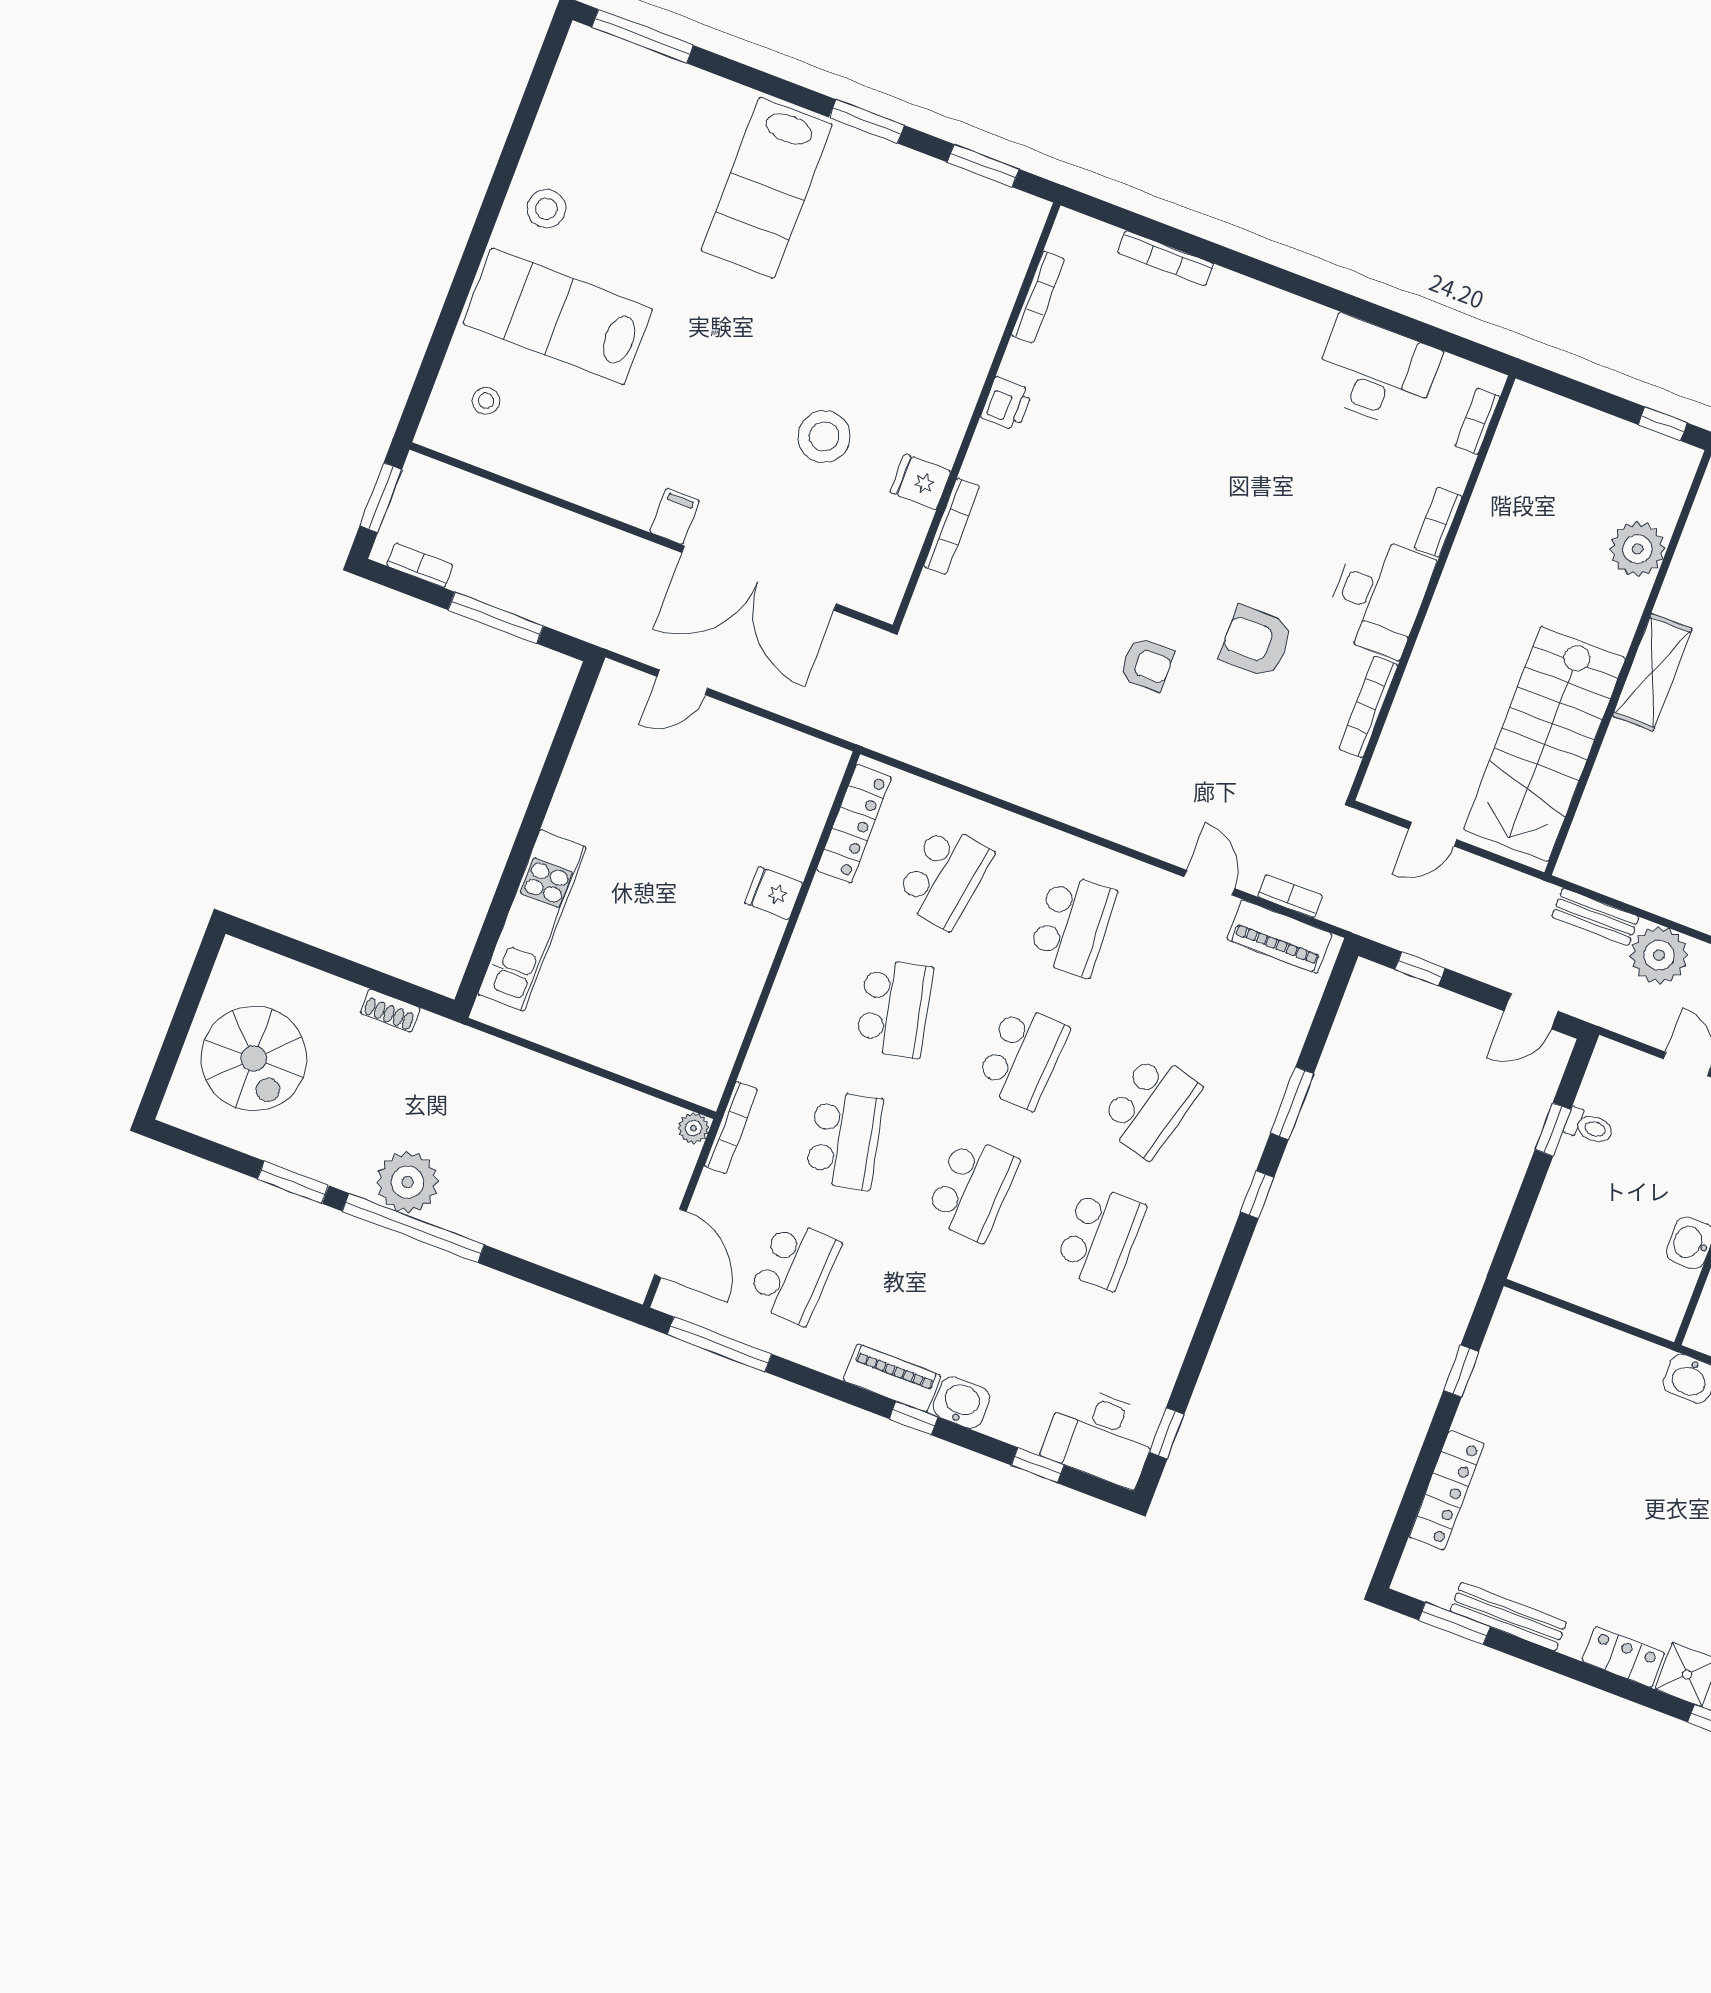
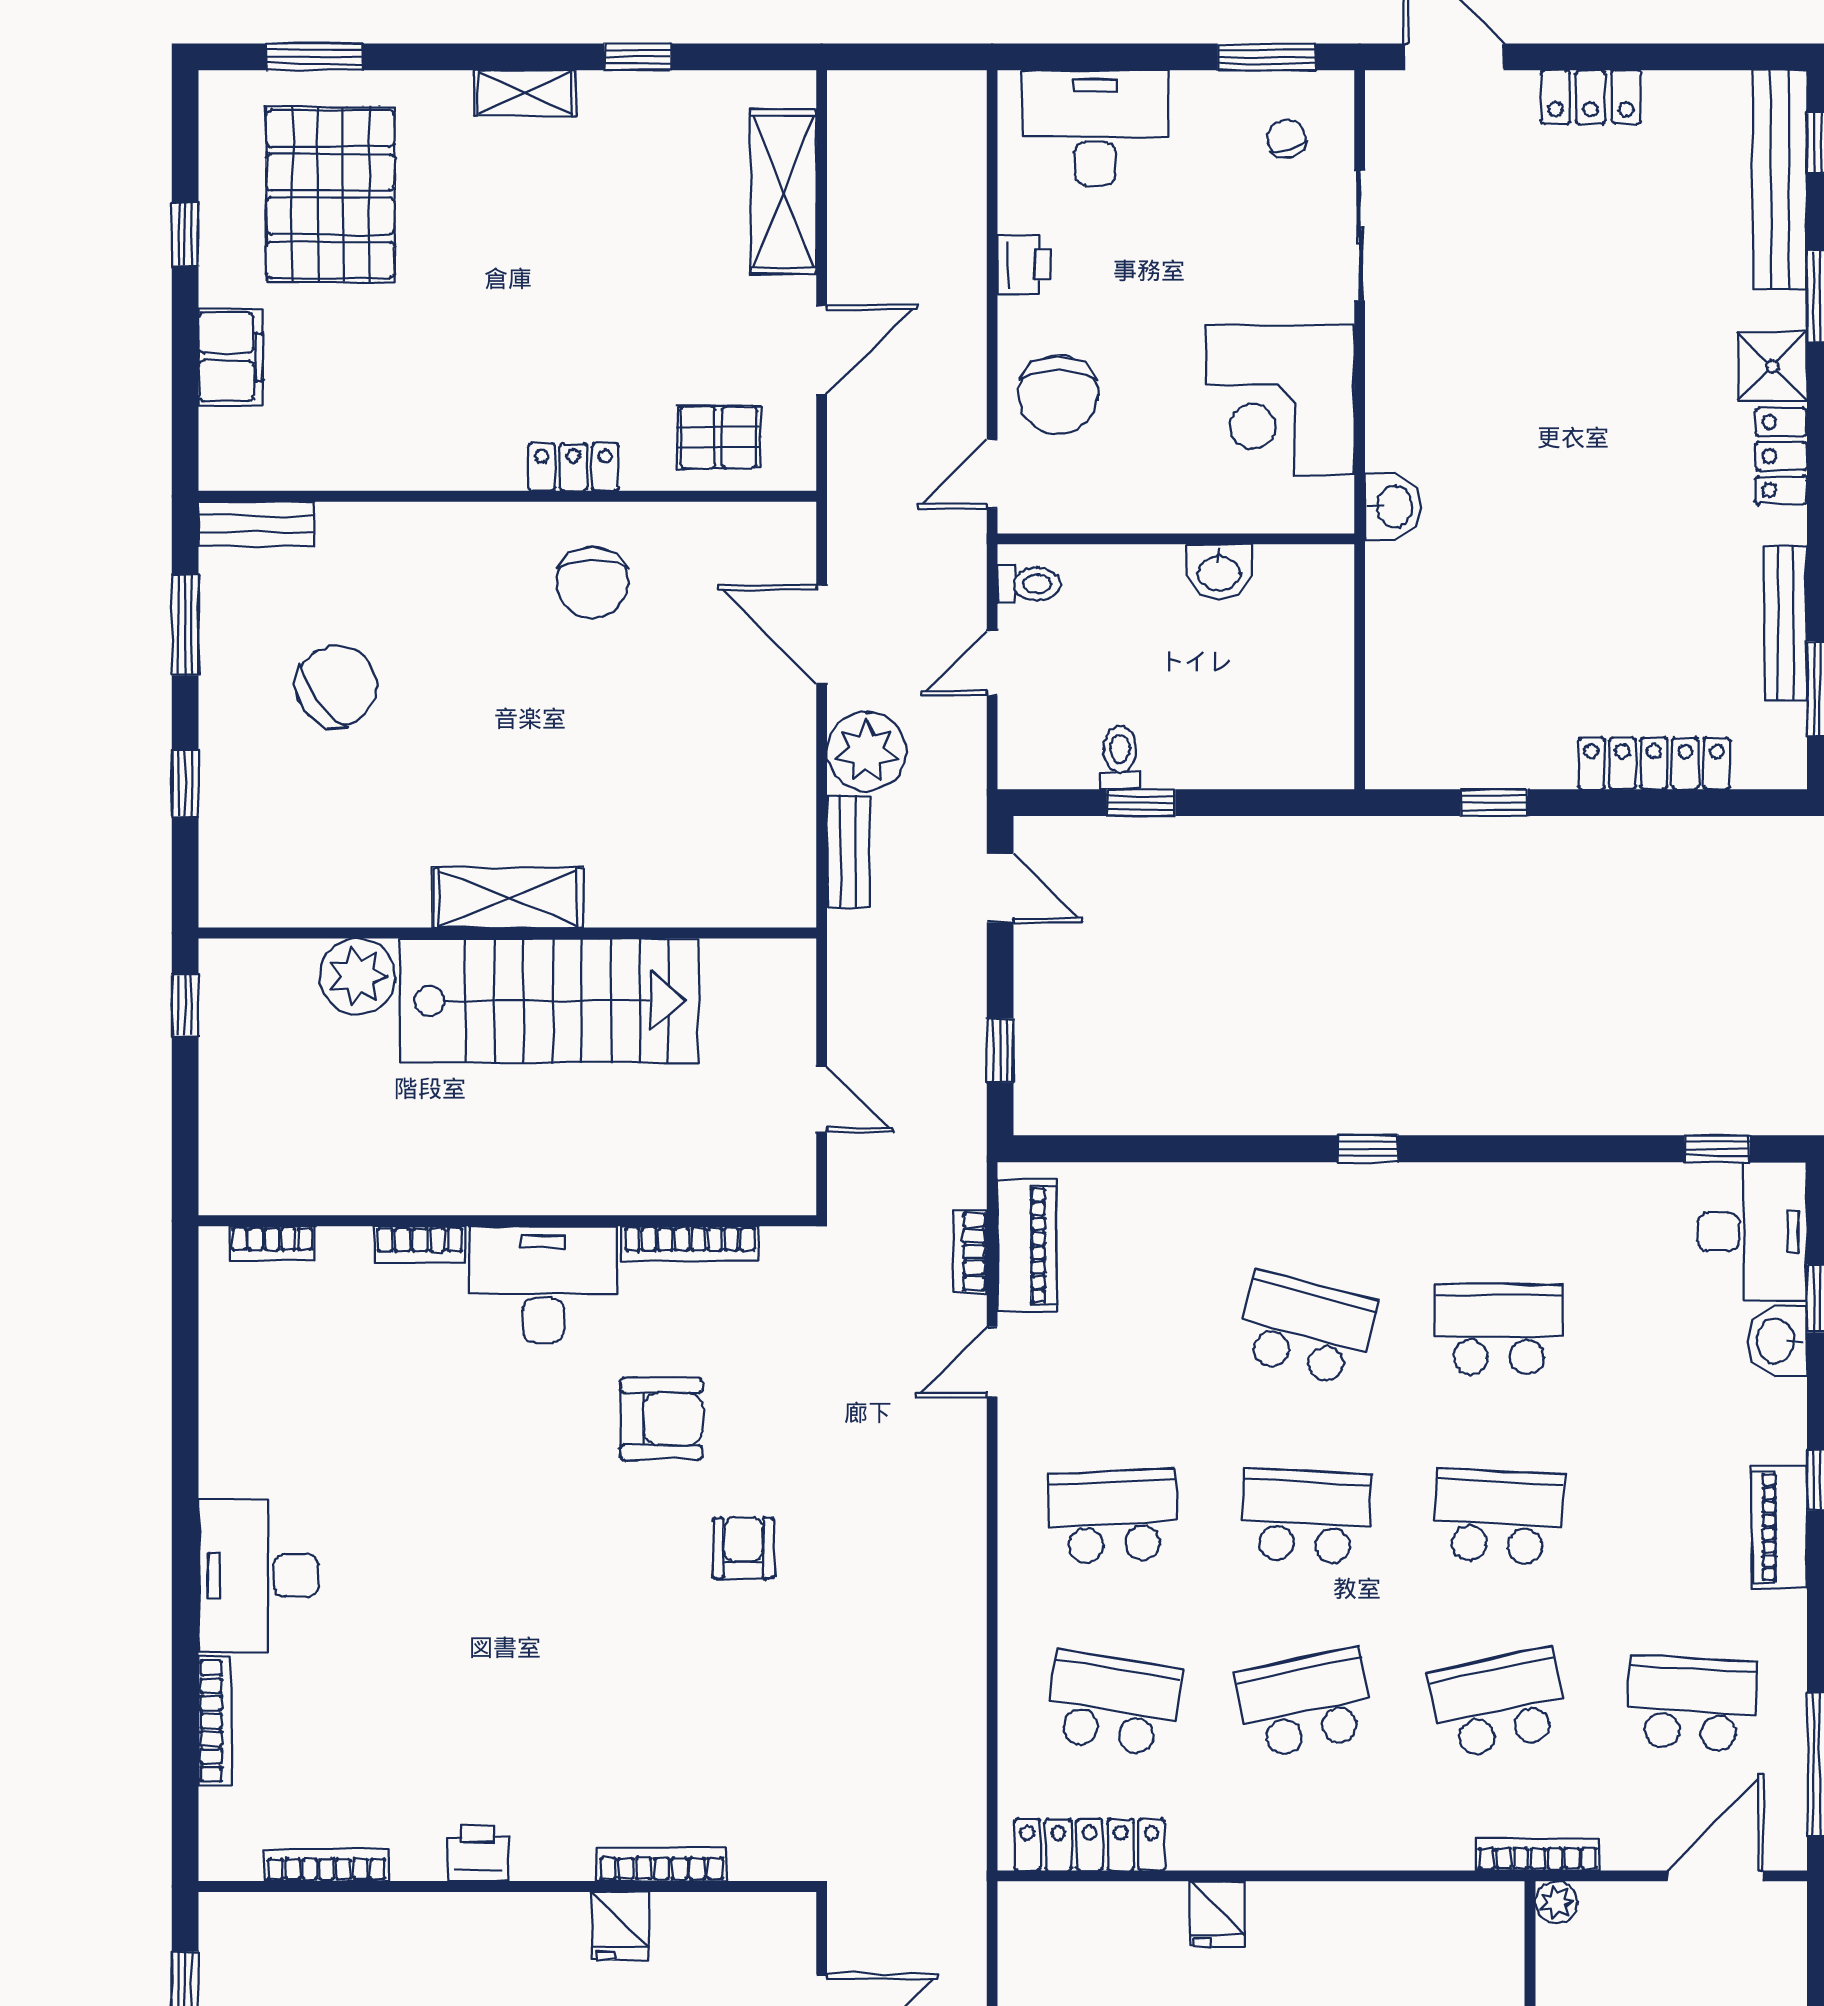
desk: (1376, 372) -> (259, 1576), moved
armchair: (1256, 642) -> (661, 1419), turned -90
stairs: (1544, 744) -> (549, 1001), moved
window: (1292, 1103) -> (1234, 1149), removed
washbasin: (961, 1402) -> (1777, 1341), moved

